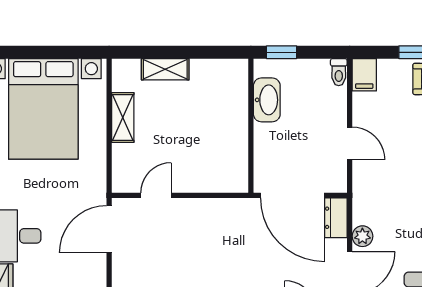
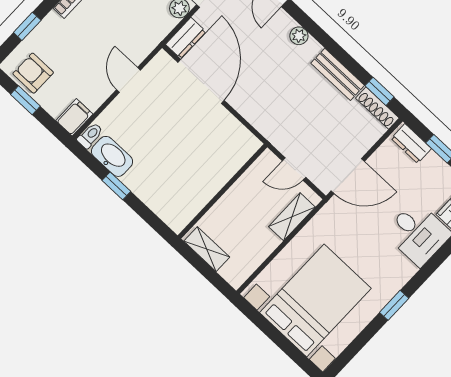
washbasin: (267, 100) -> (112, 156), moved, turned 90
shelving: (123, 118) -> (292, 217), moved
wall: (251, 126) -> (223, 191), moved

